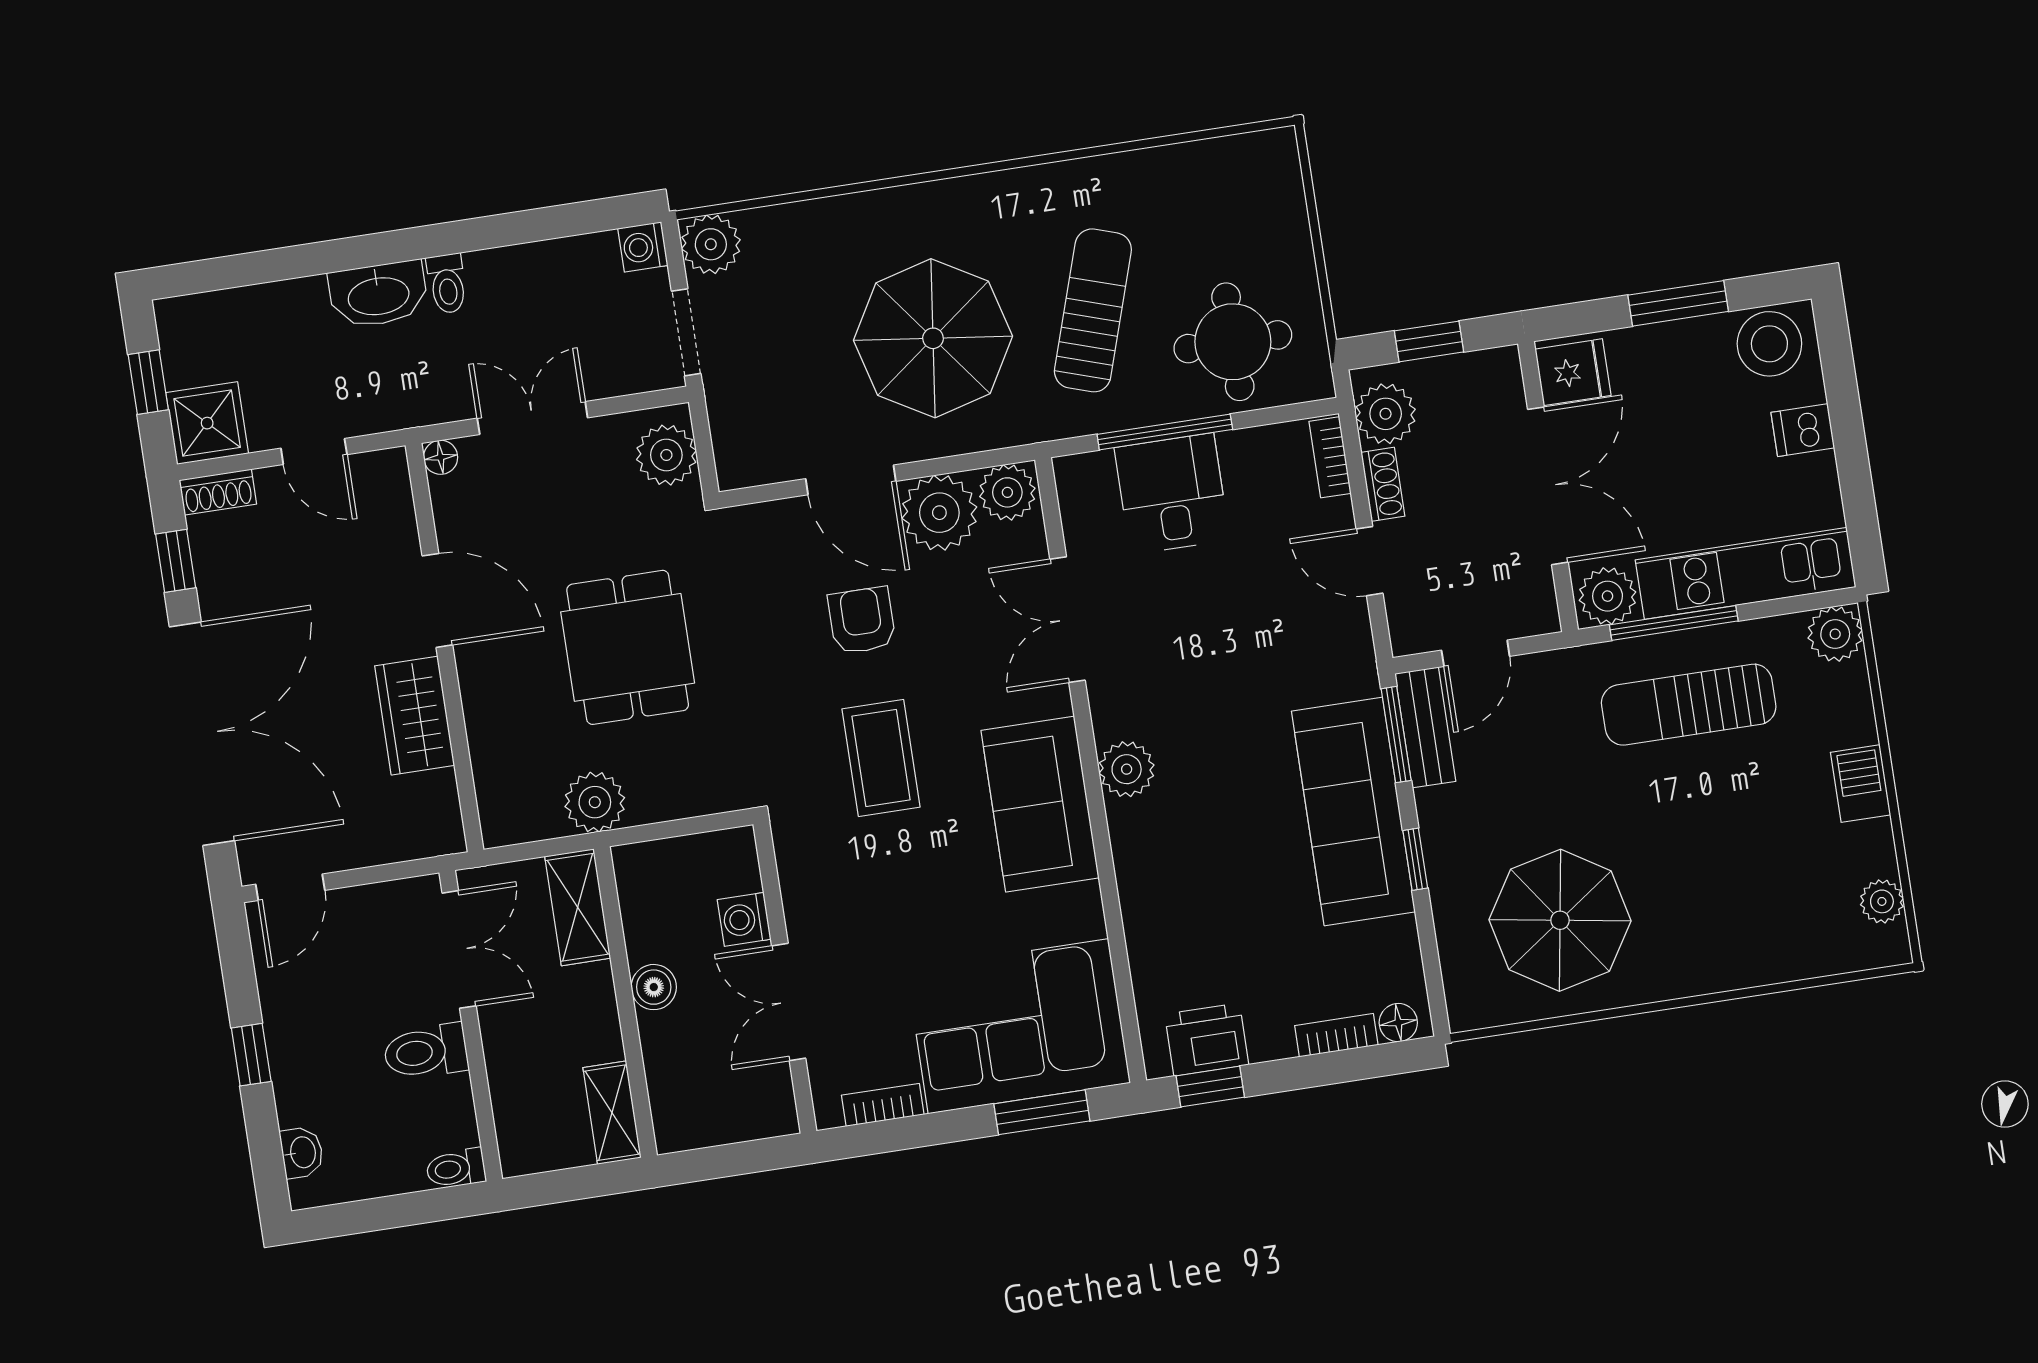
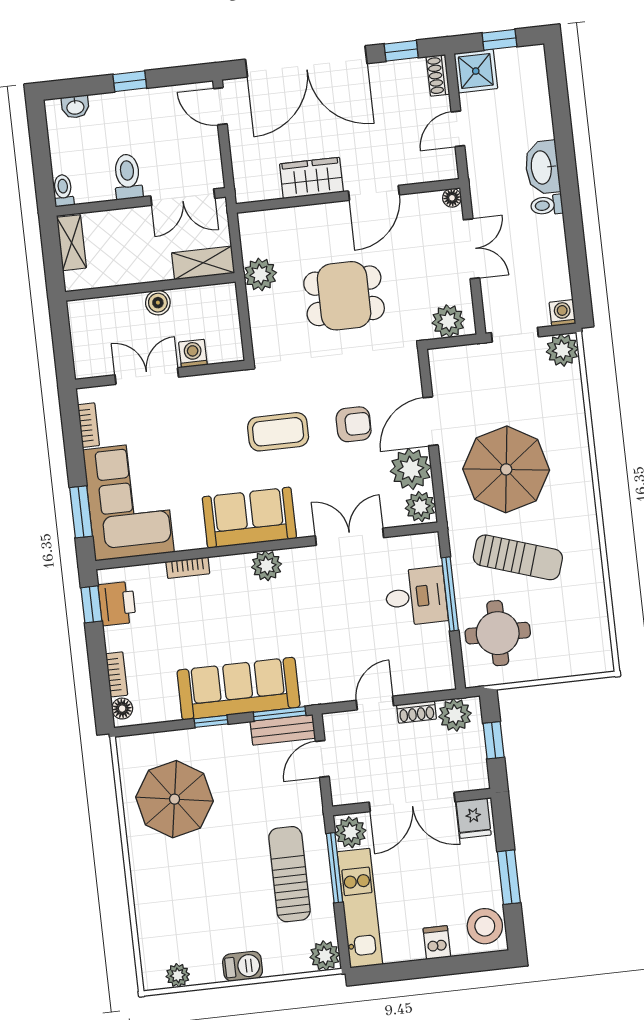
bookcase: (1330, 457) -> (188, 568), moved, turned 180
door: (1476, 653) -> (322, 759), hinge flipped
shelving: (612, 1113) -> (72, 243), moved, turned 90

